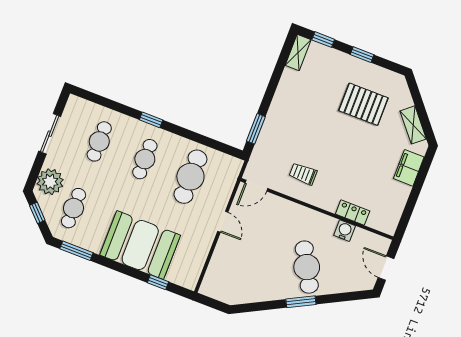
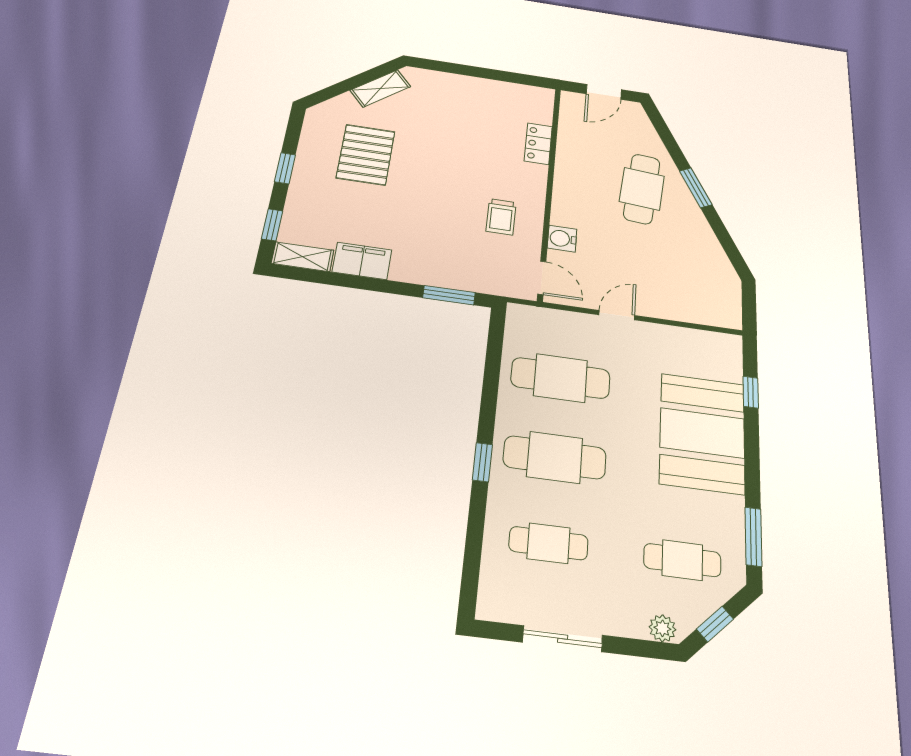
cafe table: (145, 159) -> (555, 457), width x1.37, depth x1.35
filing cabinet: (409, 168) -> (362, 261), moved, turned 180
plant: (50, 182) -> (662, 628), width x0.53, depth x0.53
water cooler: (345, 231) -> (562, 239), moved
cafe table: (307, 267) -> (642, 189), turned -56

